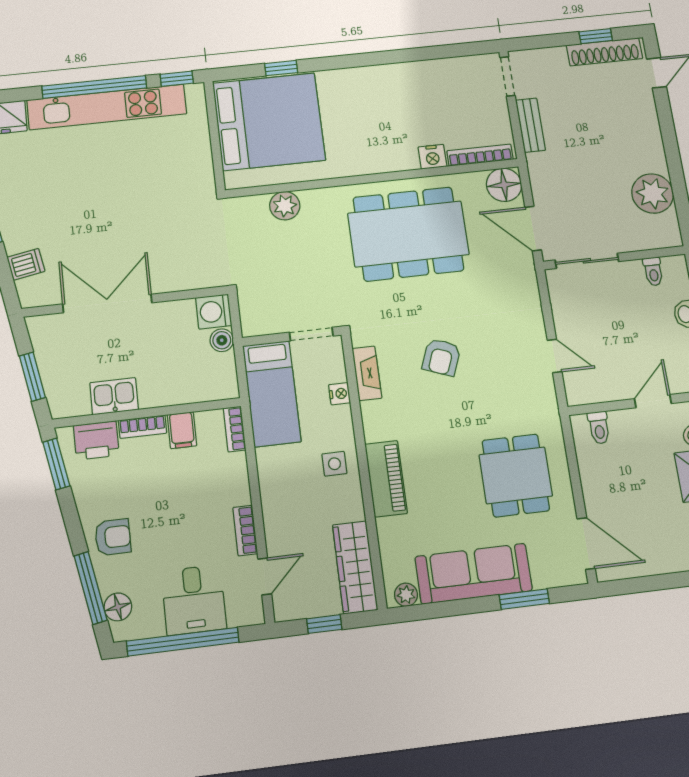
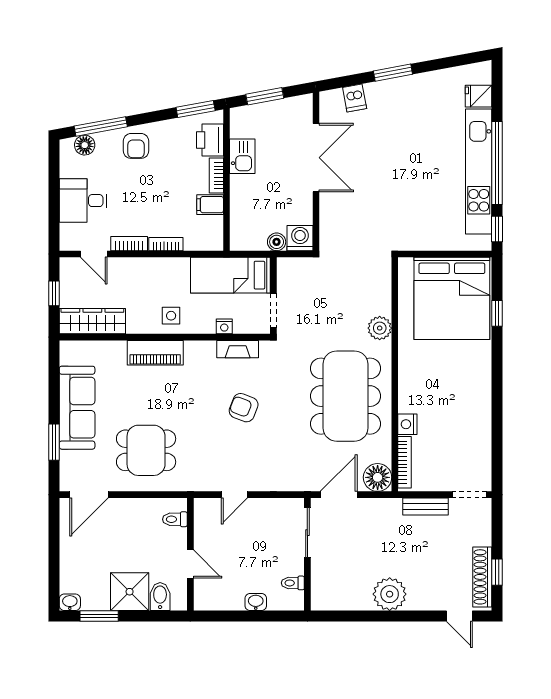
plant: (653, 194) -> (390, 594), moved
plant: (285, 206) -> (380, 328), moved
bookcase: (235, 429) -> (166, 244), moved
plant: (406, 595) -> (68, 356), removed
window: (183, 642) -> (54, 190), removed

